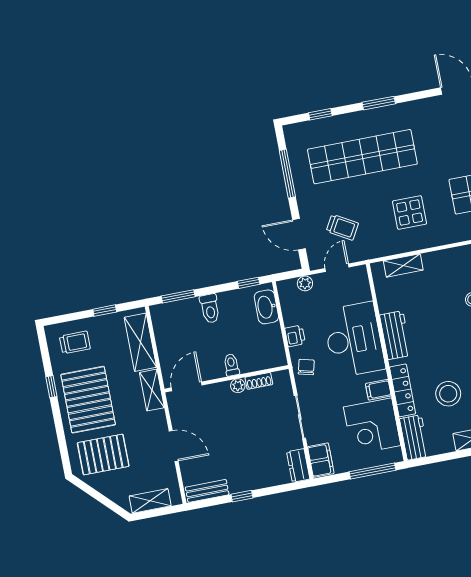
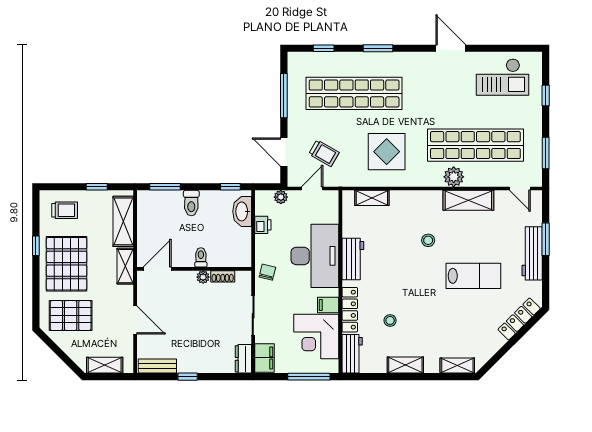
display table: (410, 213) -> (387, 152), width x1.36, depth x1.36
printer: (295, 336) -> (263, 225), moved
stool: (448, 394) -> (390, 320), width x0.53, depth x0.53

